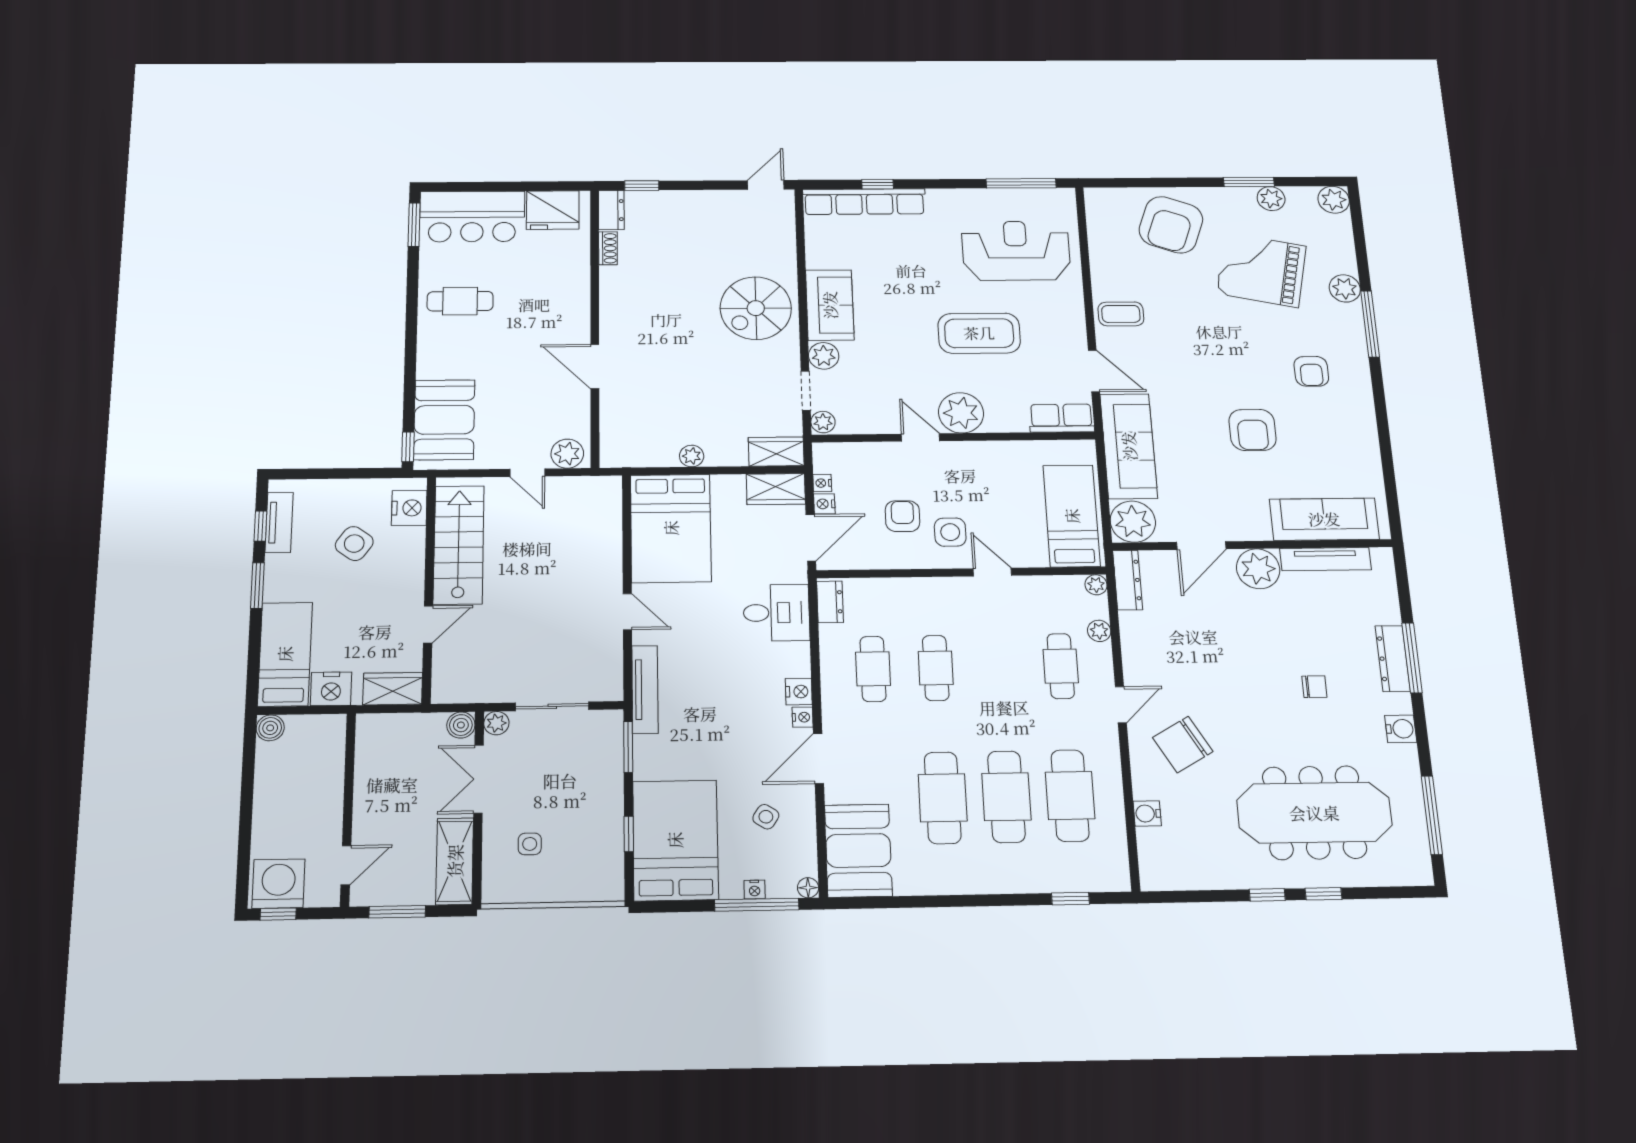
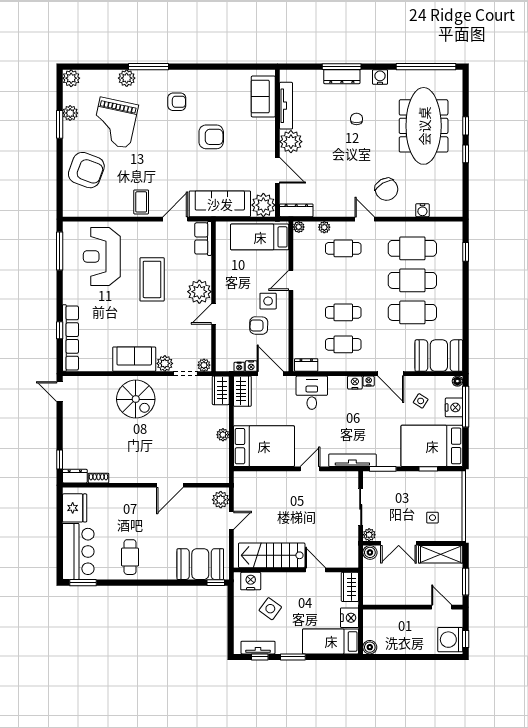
sofa: (1324, 519) -> (263, 96), width x0.73
window: (1432, 815) -> (426, 67), width x1.46
nightstand: (755, 890) -> (454, 407), width x1.89, depth x1.79

